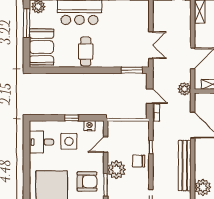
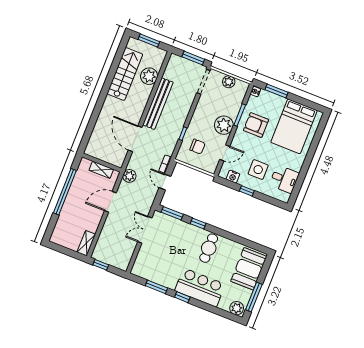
window: (104, 70) -> (198, 223), added
chair: (139, 161) -> (197, 147), moved

